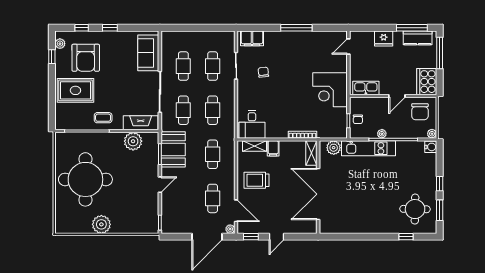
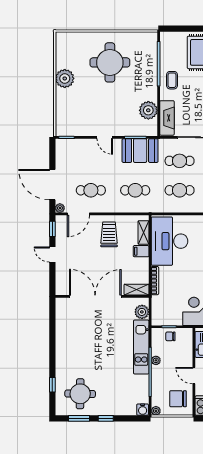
desk: (252, 124) -> (169, 241), width x1.87, depth x1.30
round table: (85, 179) -> (110, 62), width x0.73, depth x0.73

